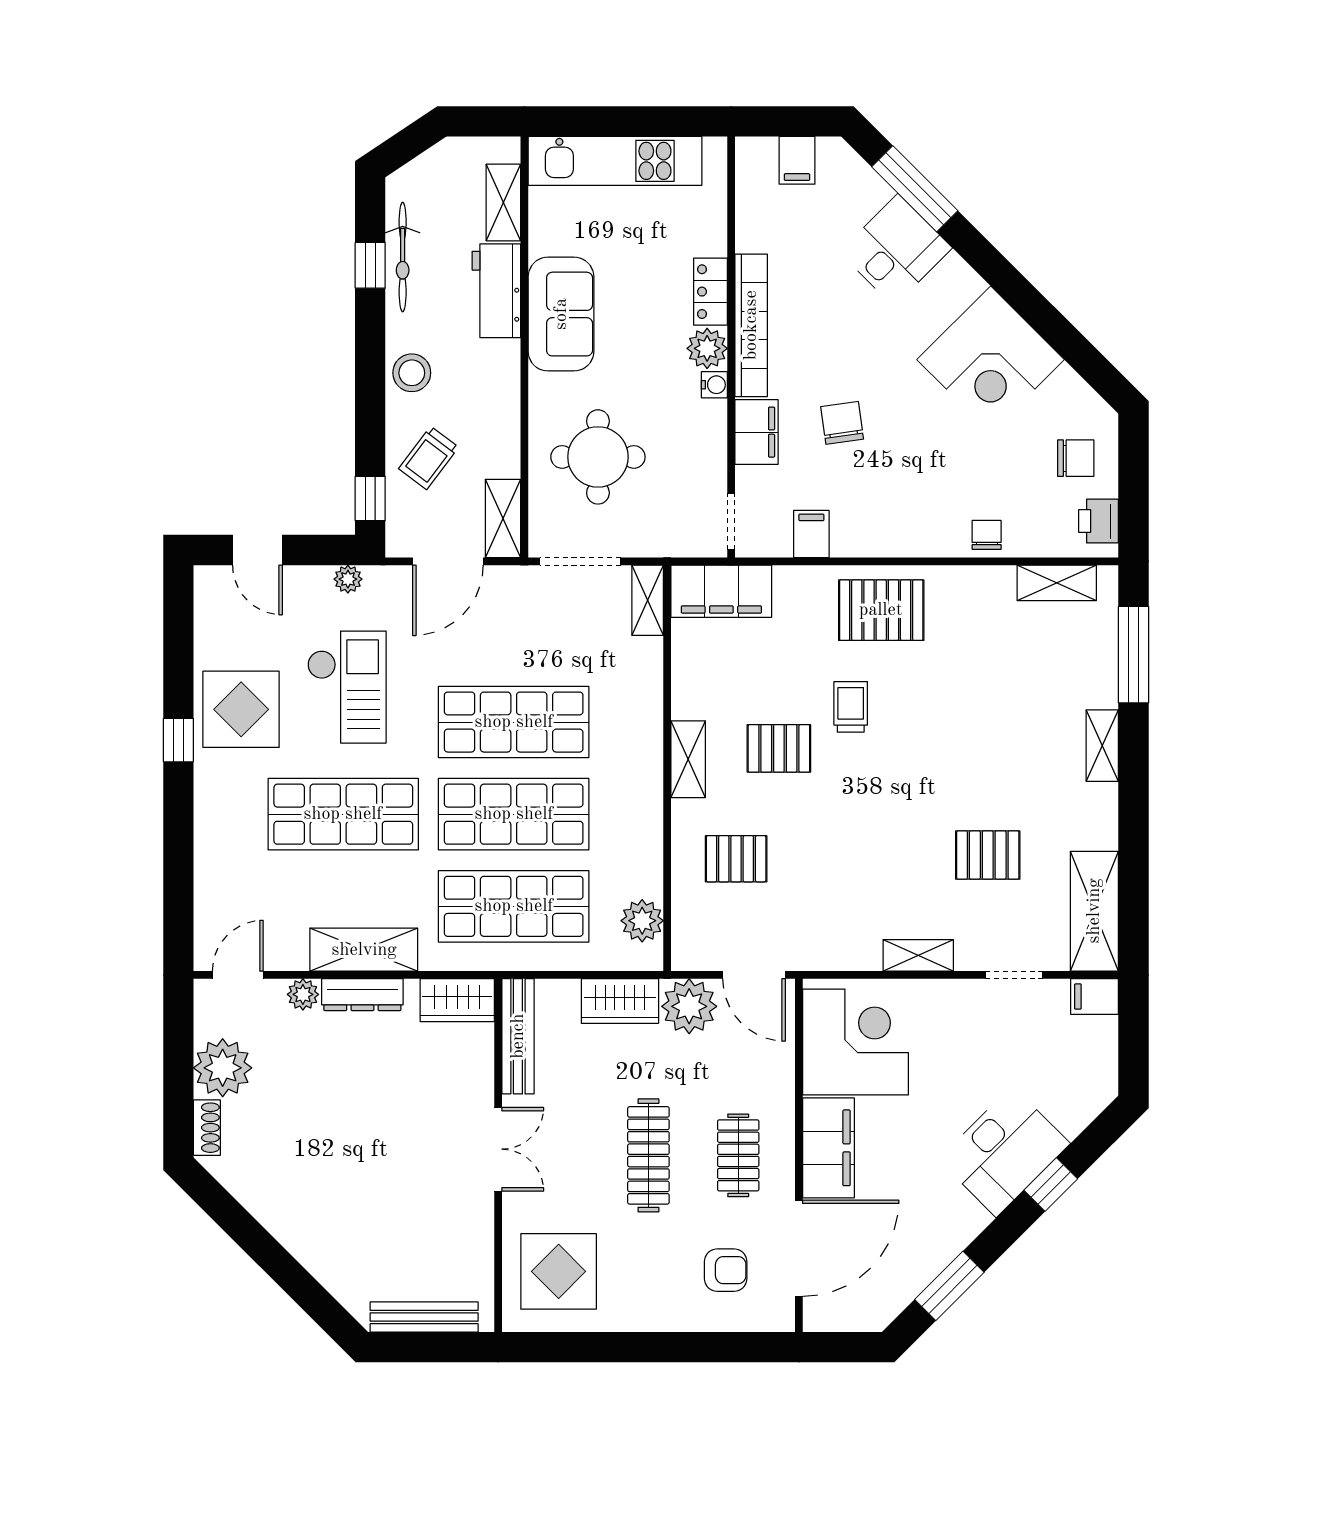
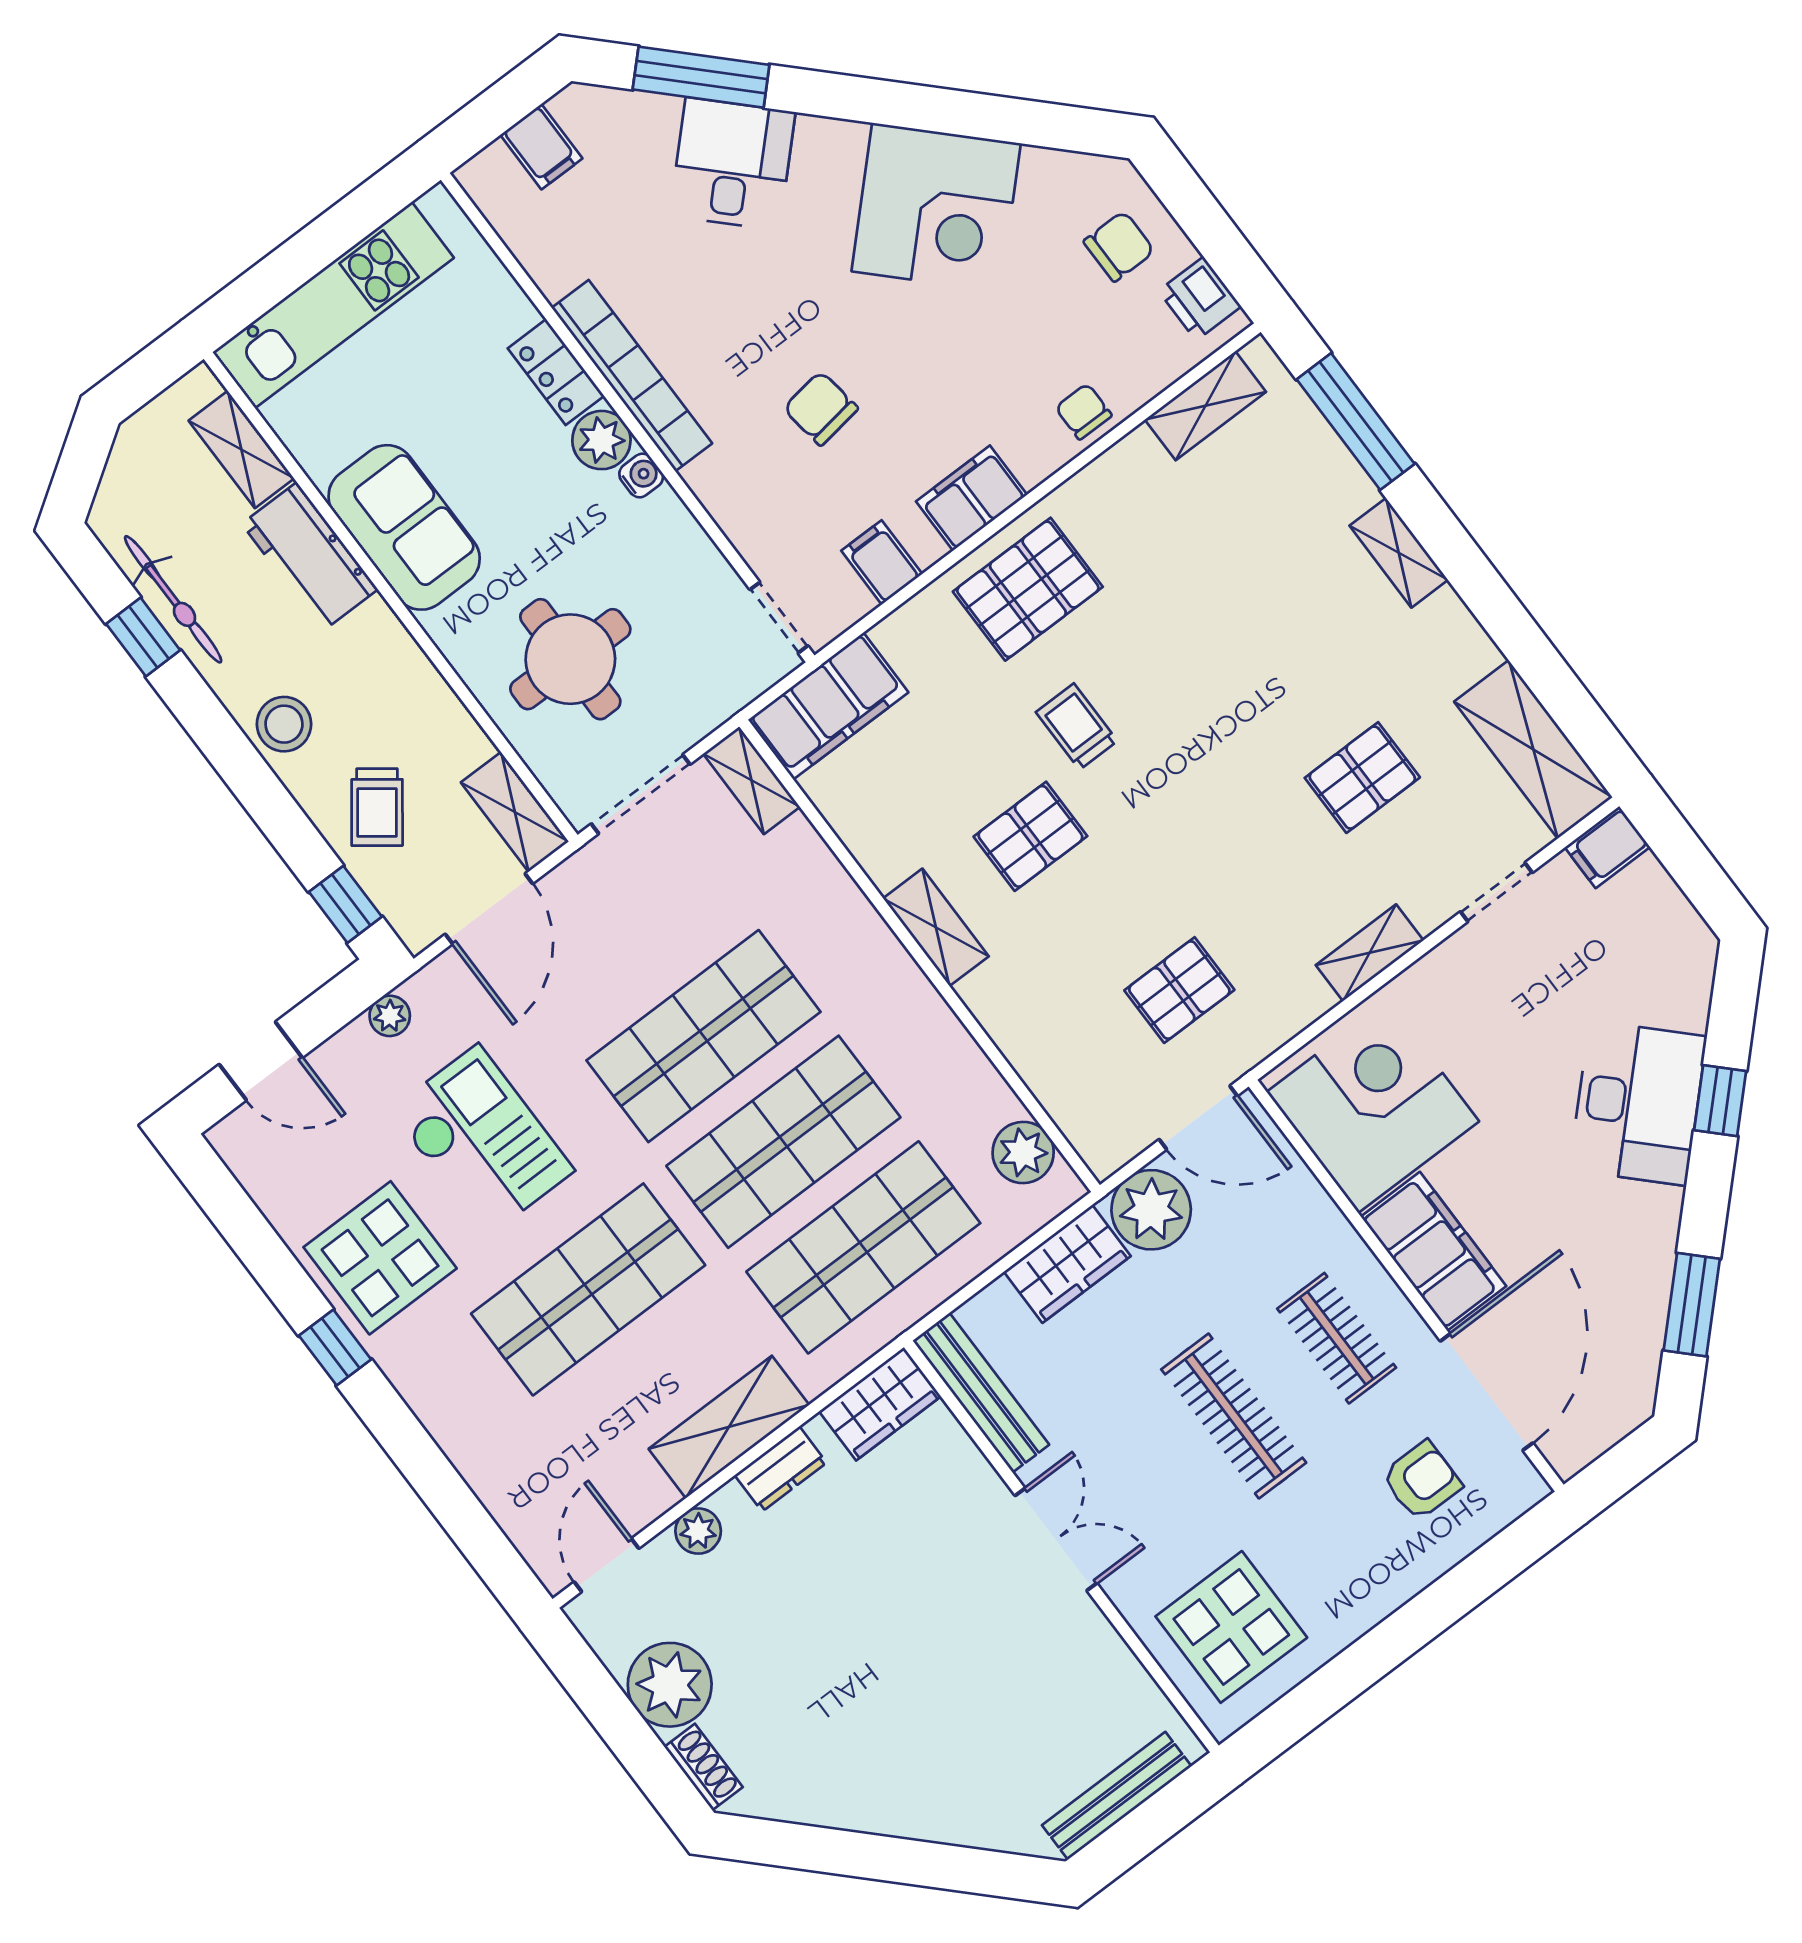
filing cabinet: (756, 432) -> (972, 498), moved, turned -90
pallet: (736, 859) -> (1179, 990), moved
dresser: (362, 995) -> (781, 1469), width x0.70

